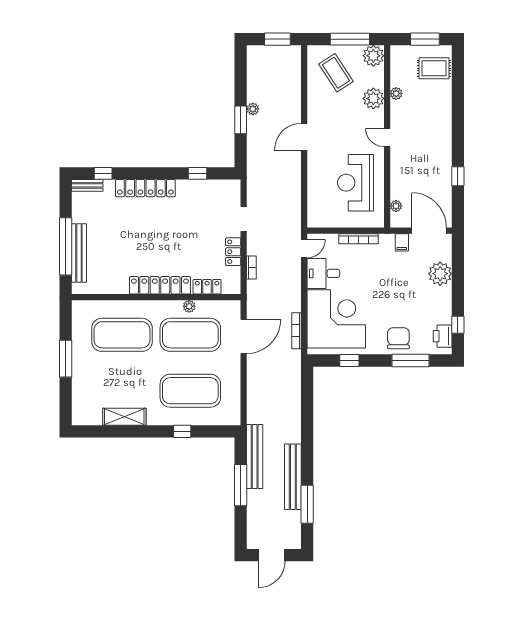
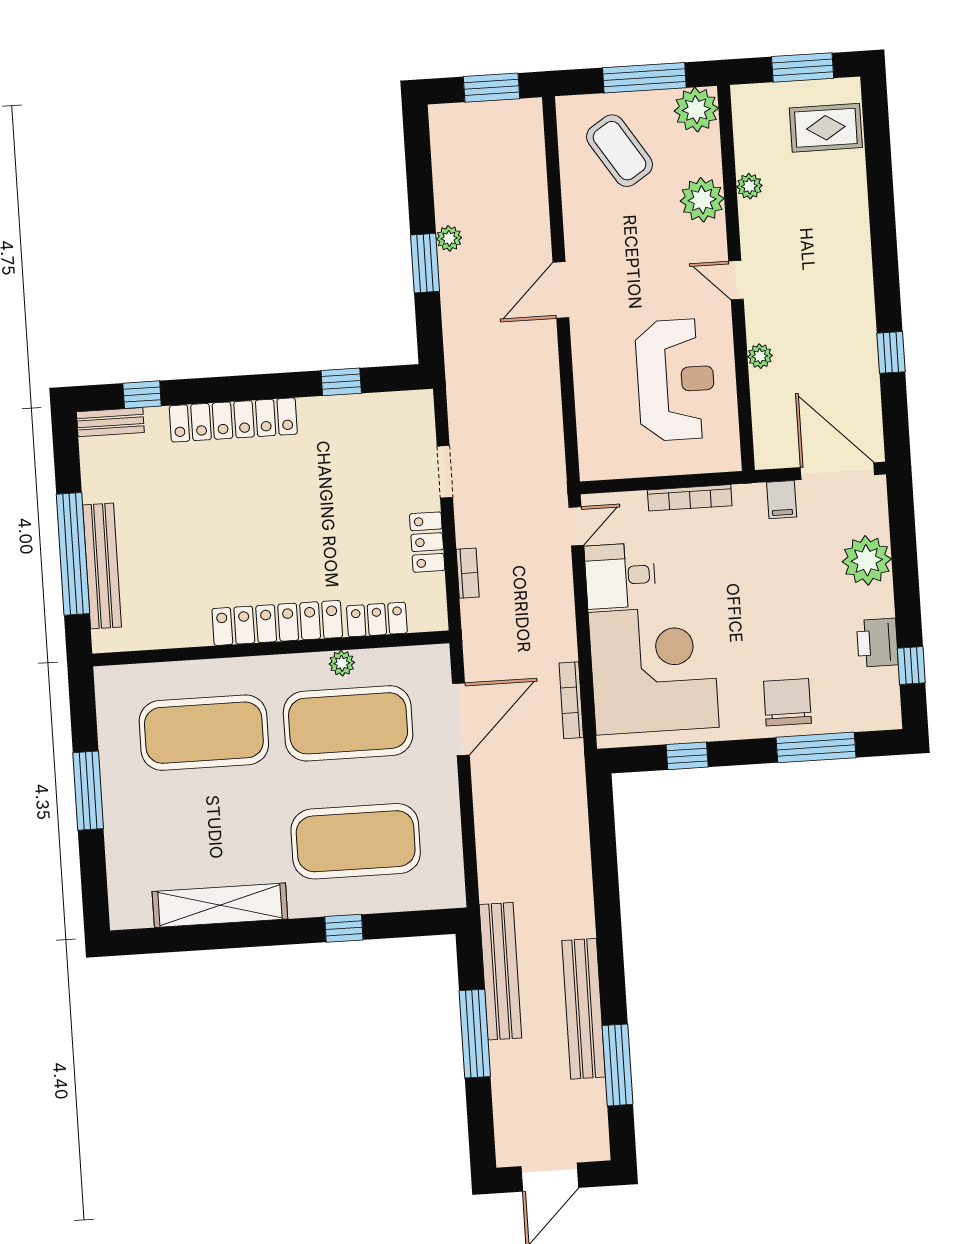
reception desk: (355, 183) -> (676, 380), turned 180
plant: (396, 206) -> (760, 356), moved
printer: (443, 336) -> (877, 643), moved
shelving: (124, 417) -> (220, 905), width x1.47

